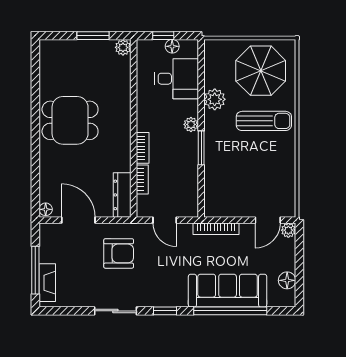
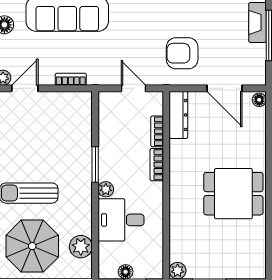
desk: (177, 79) -> (121, 220), moved
plant: (215, 99) -> (81, 247), moved
bookcase: (216, 229) -> (71, 79), width x0.64

